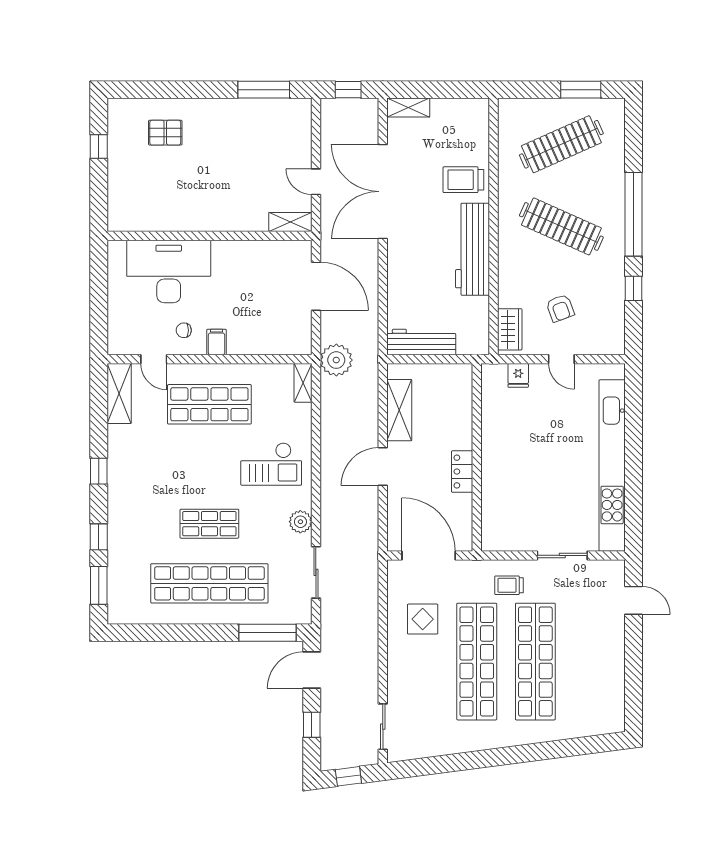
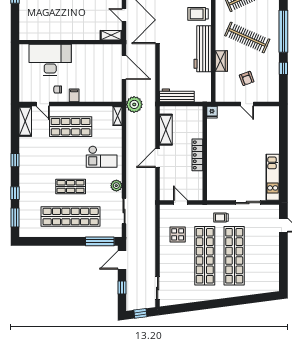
wardrobe: (510, 329) -> (221, 61), moved
fridge: (518, 375) -> (212, 112), moved
kitchen unit: (612, 465) -> (273, 177), width x0.54
locker: (462, 472) -> (197, 155), width x1.53
door: (429, 555) -> (181, 203), width x0.53

